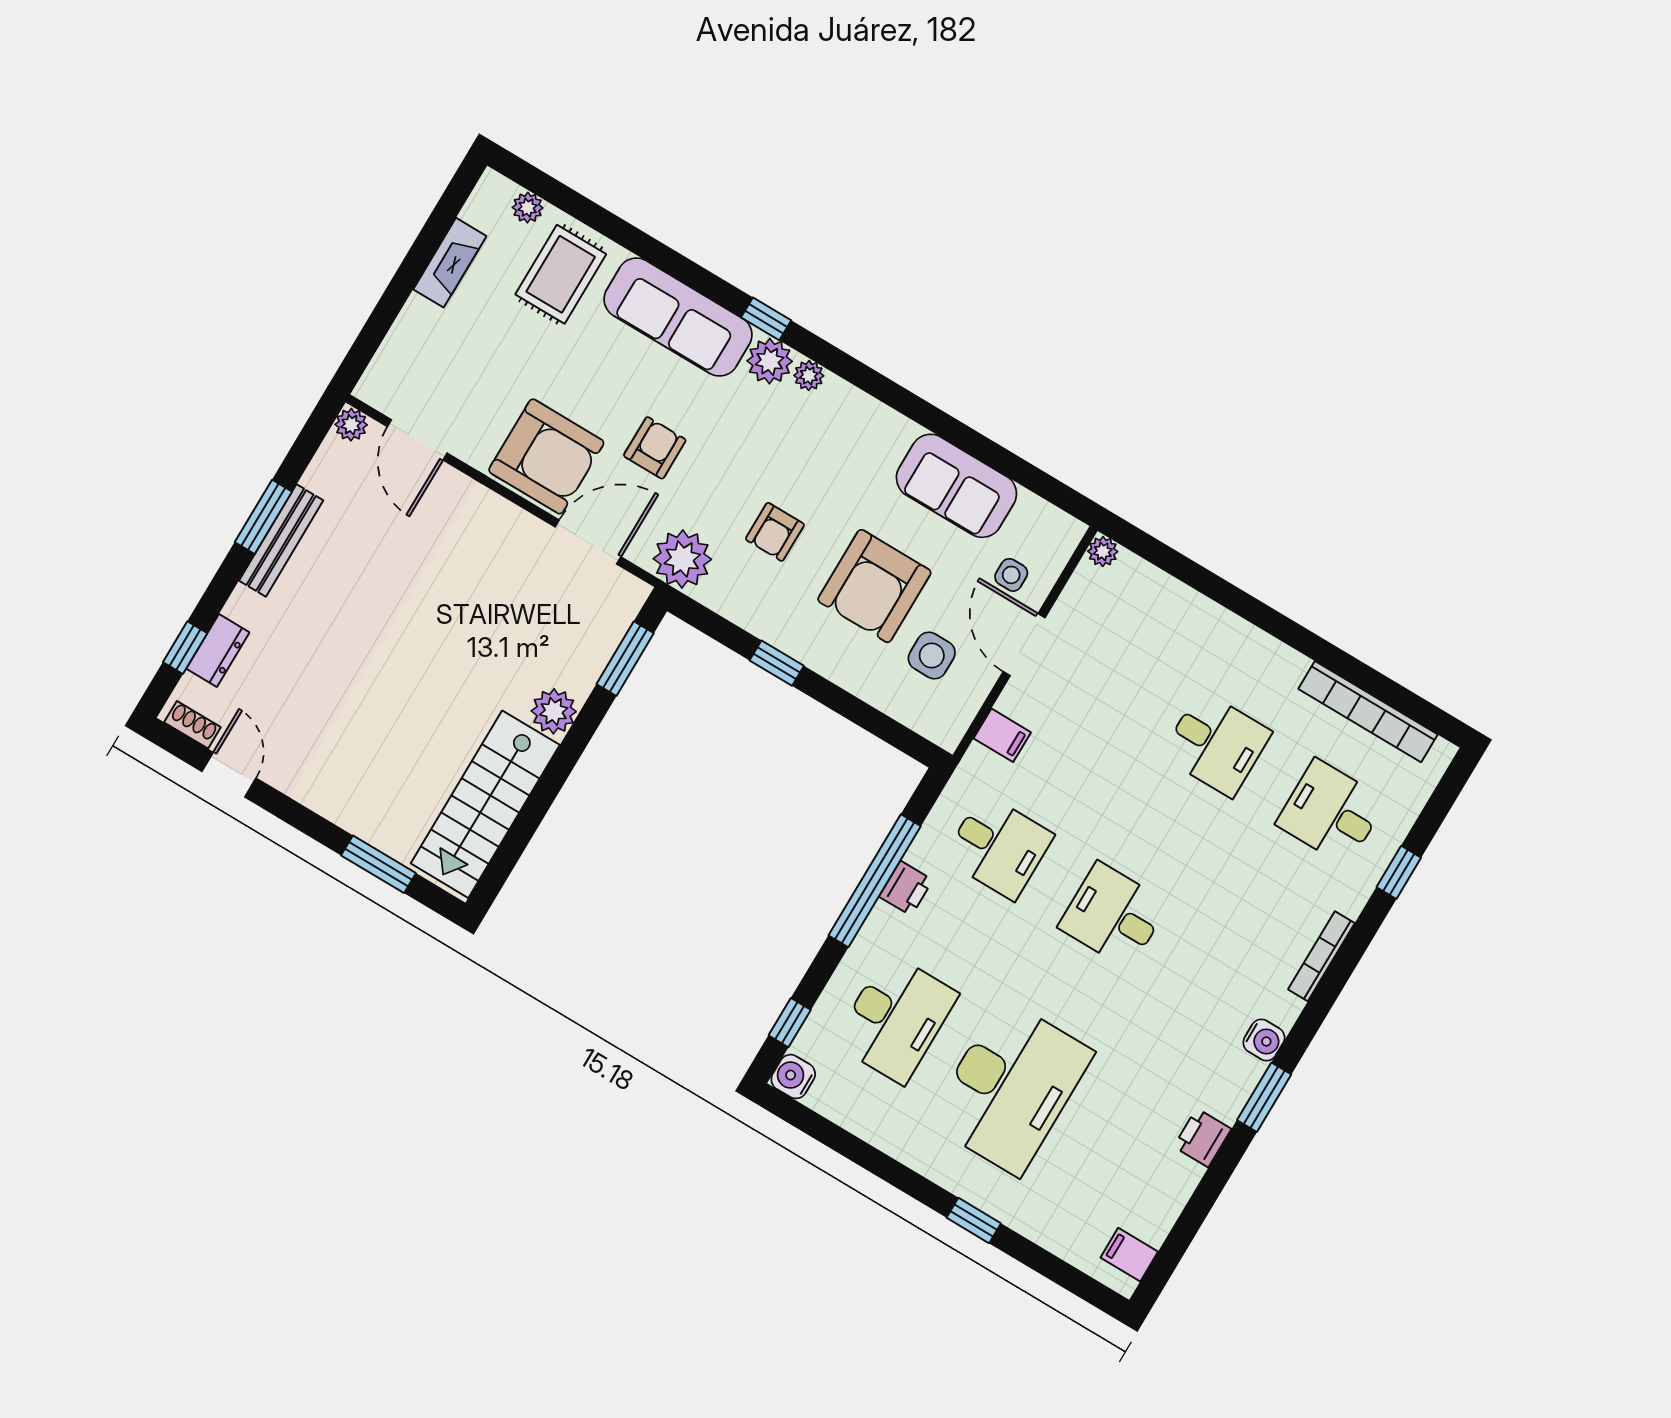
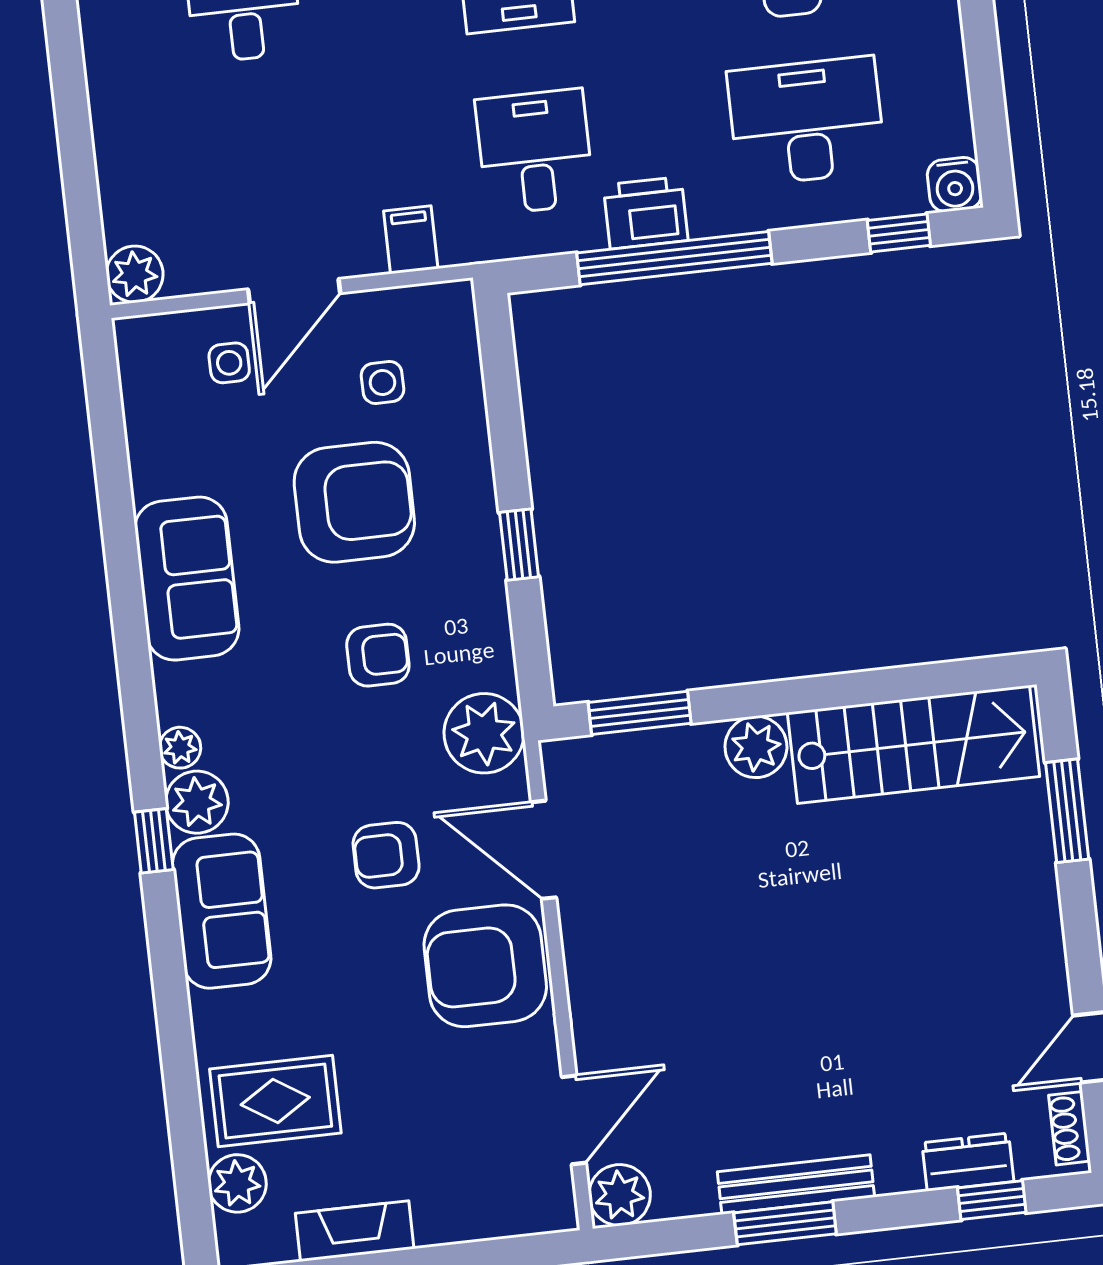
plant: (528, 208) -> (237, 1183), width x1.38, depth x1.38
sofa: (678, 317) -> (222, 911), width x0.73
plant: (351, 425) -> (620, 1195), width x1.38, depth x1.38
armchair: (546, 456) -> (485, 966), turned -90
sofa: (956, 486) -> (187, 579), moved
plant: (1103, 551) -> (135, 274), width x1.38, depth x1.38
side table: (932, 655) -> (382, 382), width x0.73, depth x0.73
printer: (906, 888) -> (646, 213), width x1.36, depth x1.24

